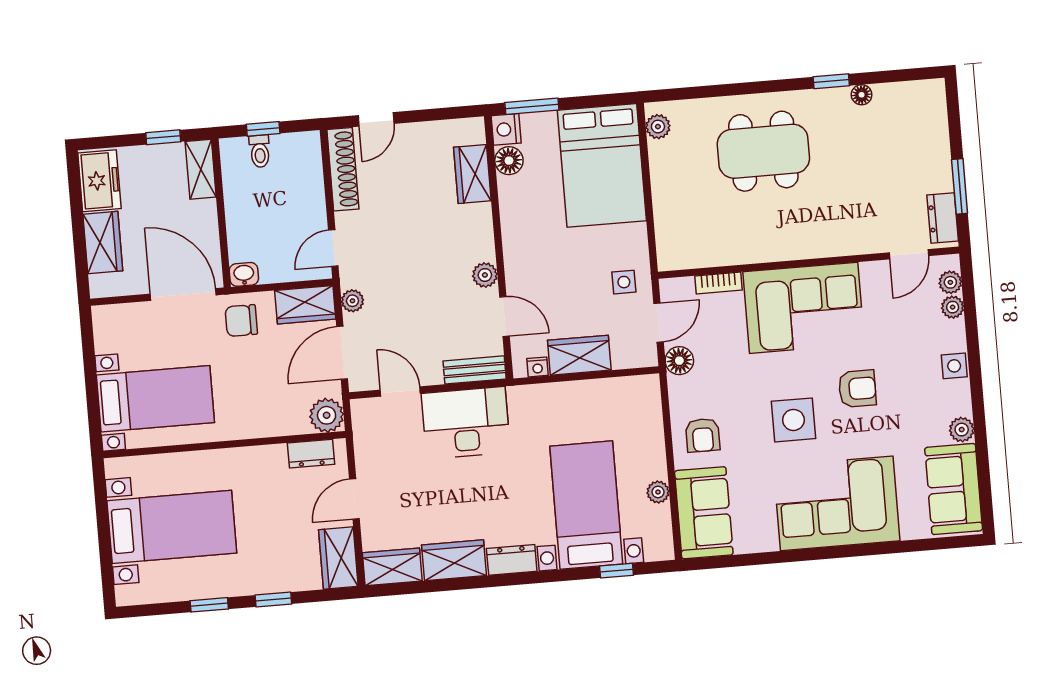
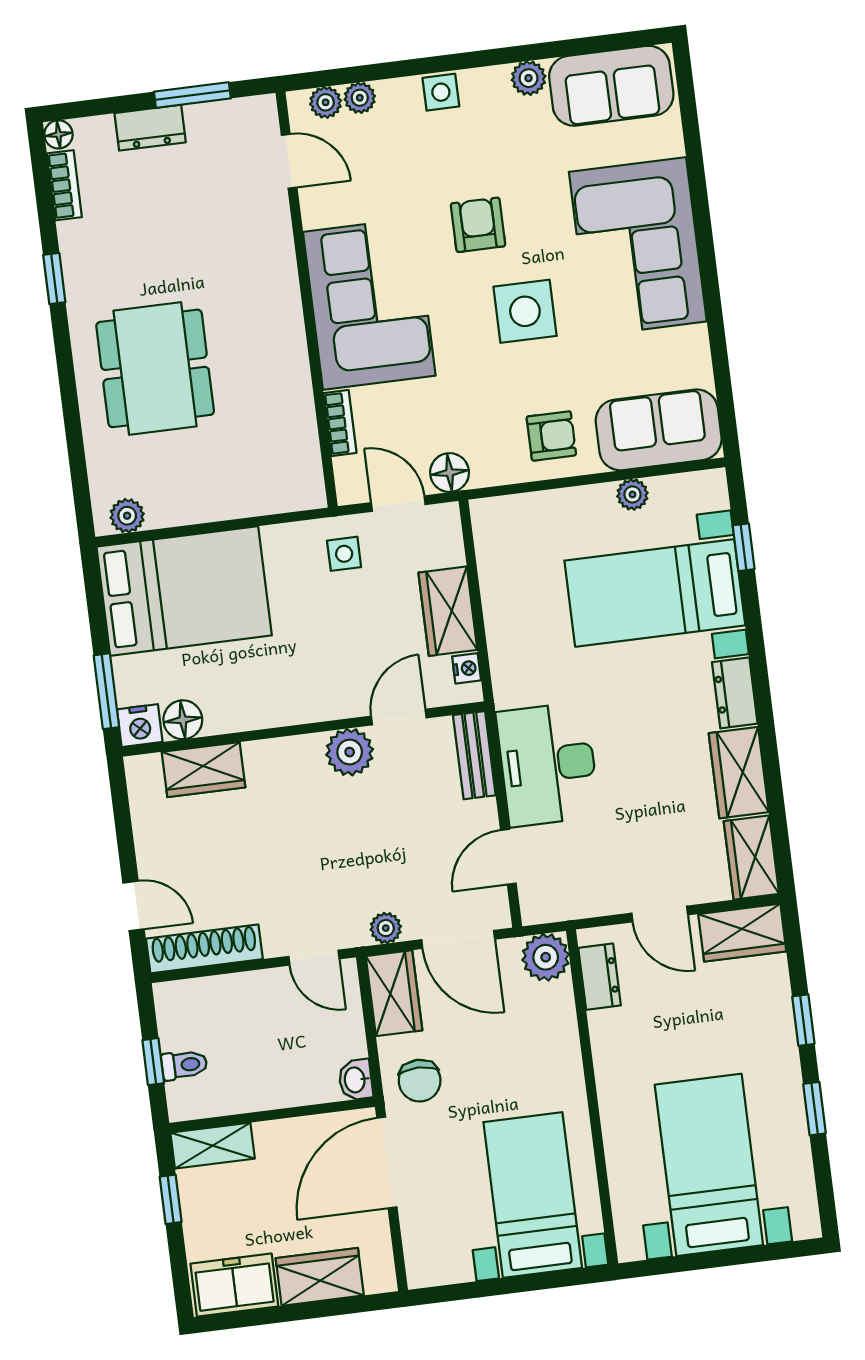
bookcase: (898, 91) -> (64, 185), added
floor lamp: (862, 95) -> (58, 134), moved
dresser: (943, 218) -> (150, 128), moved
plant: (485, 275) -> (350, 752), width x1.38, depth x1.38

